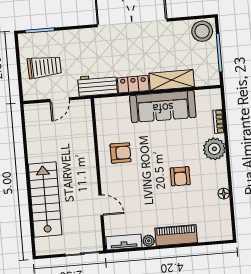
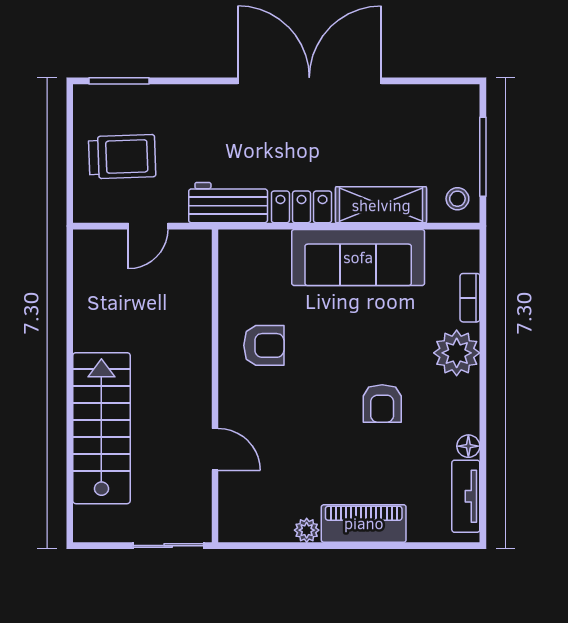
stool: (202, 31) -> (457, 199), moved, width x0.53, depth x0.53
tv unit: (124, 242) -> (466, 496), moved, turned -90

